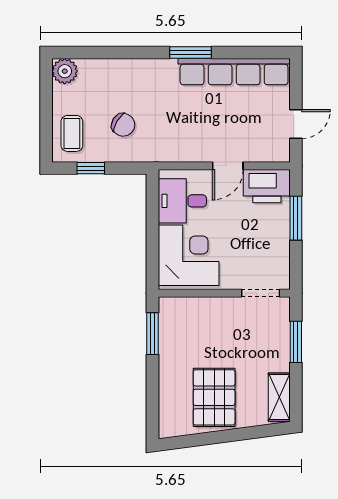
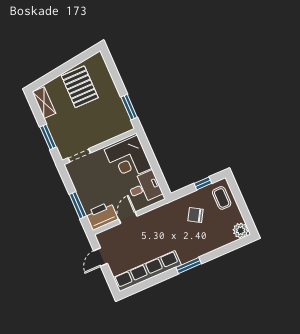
window: (191, 53) -> (189, 265), moved

